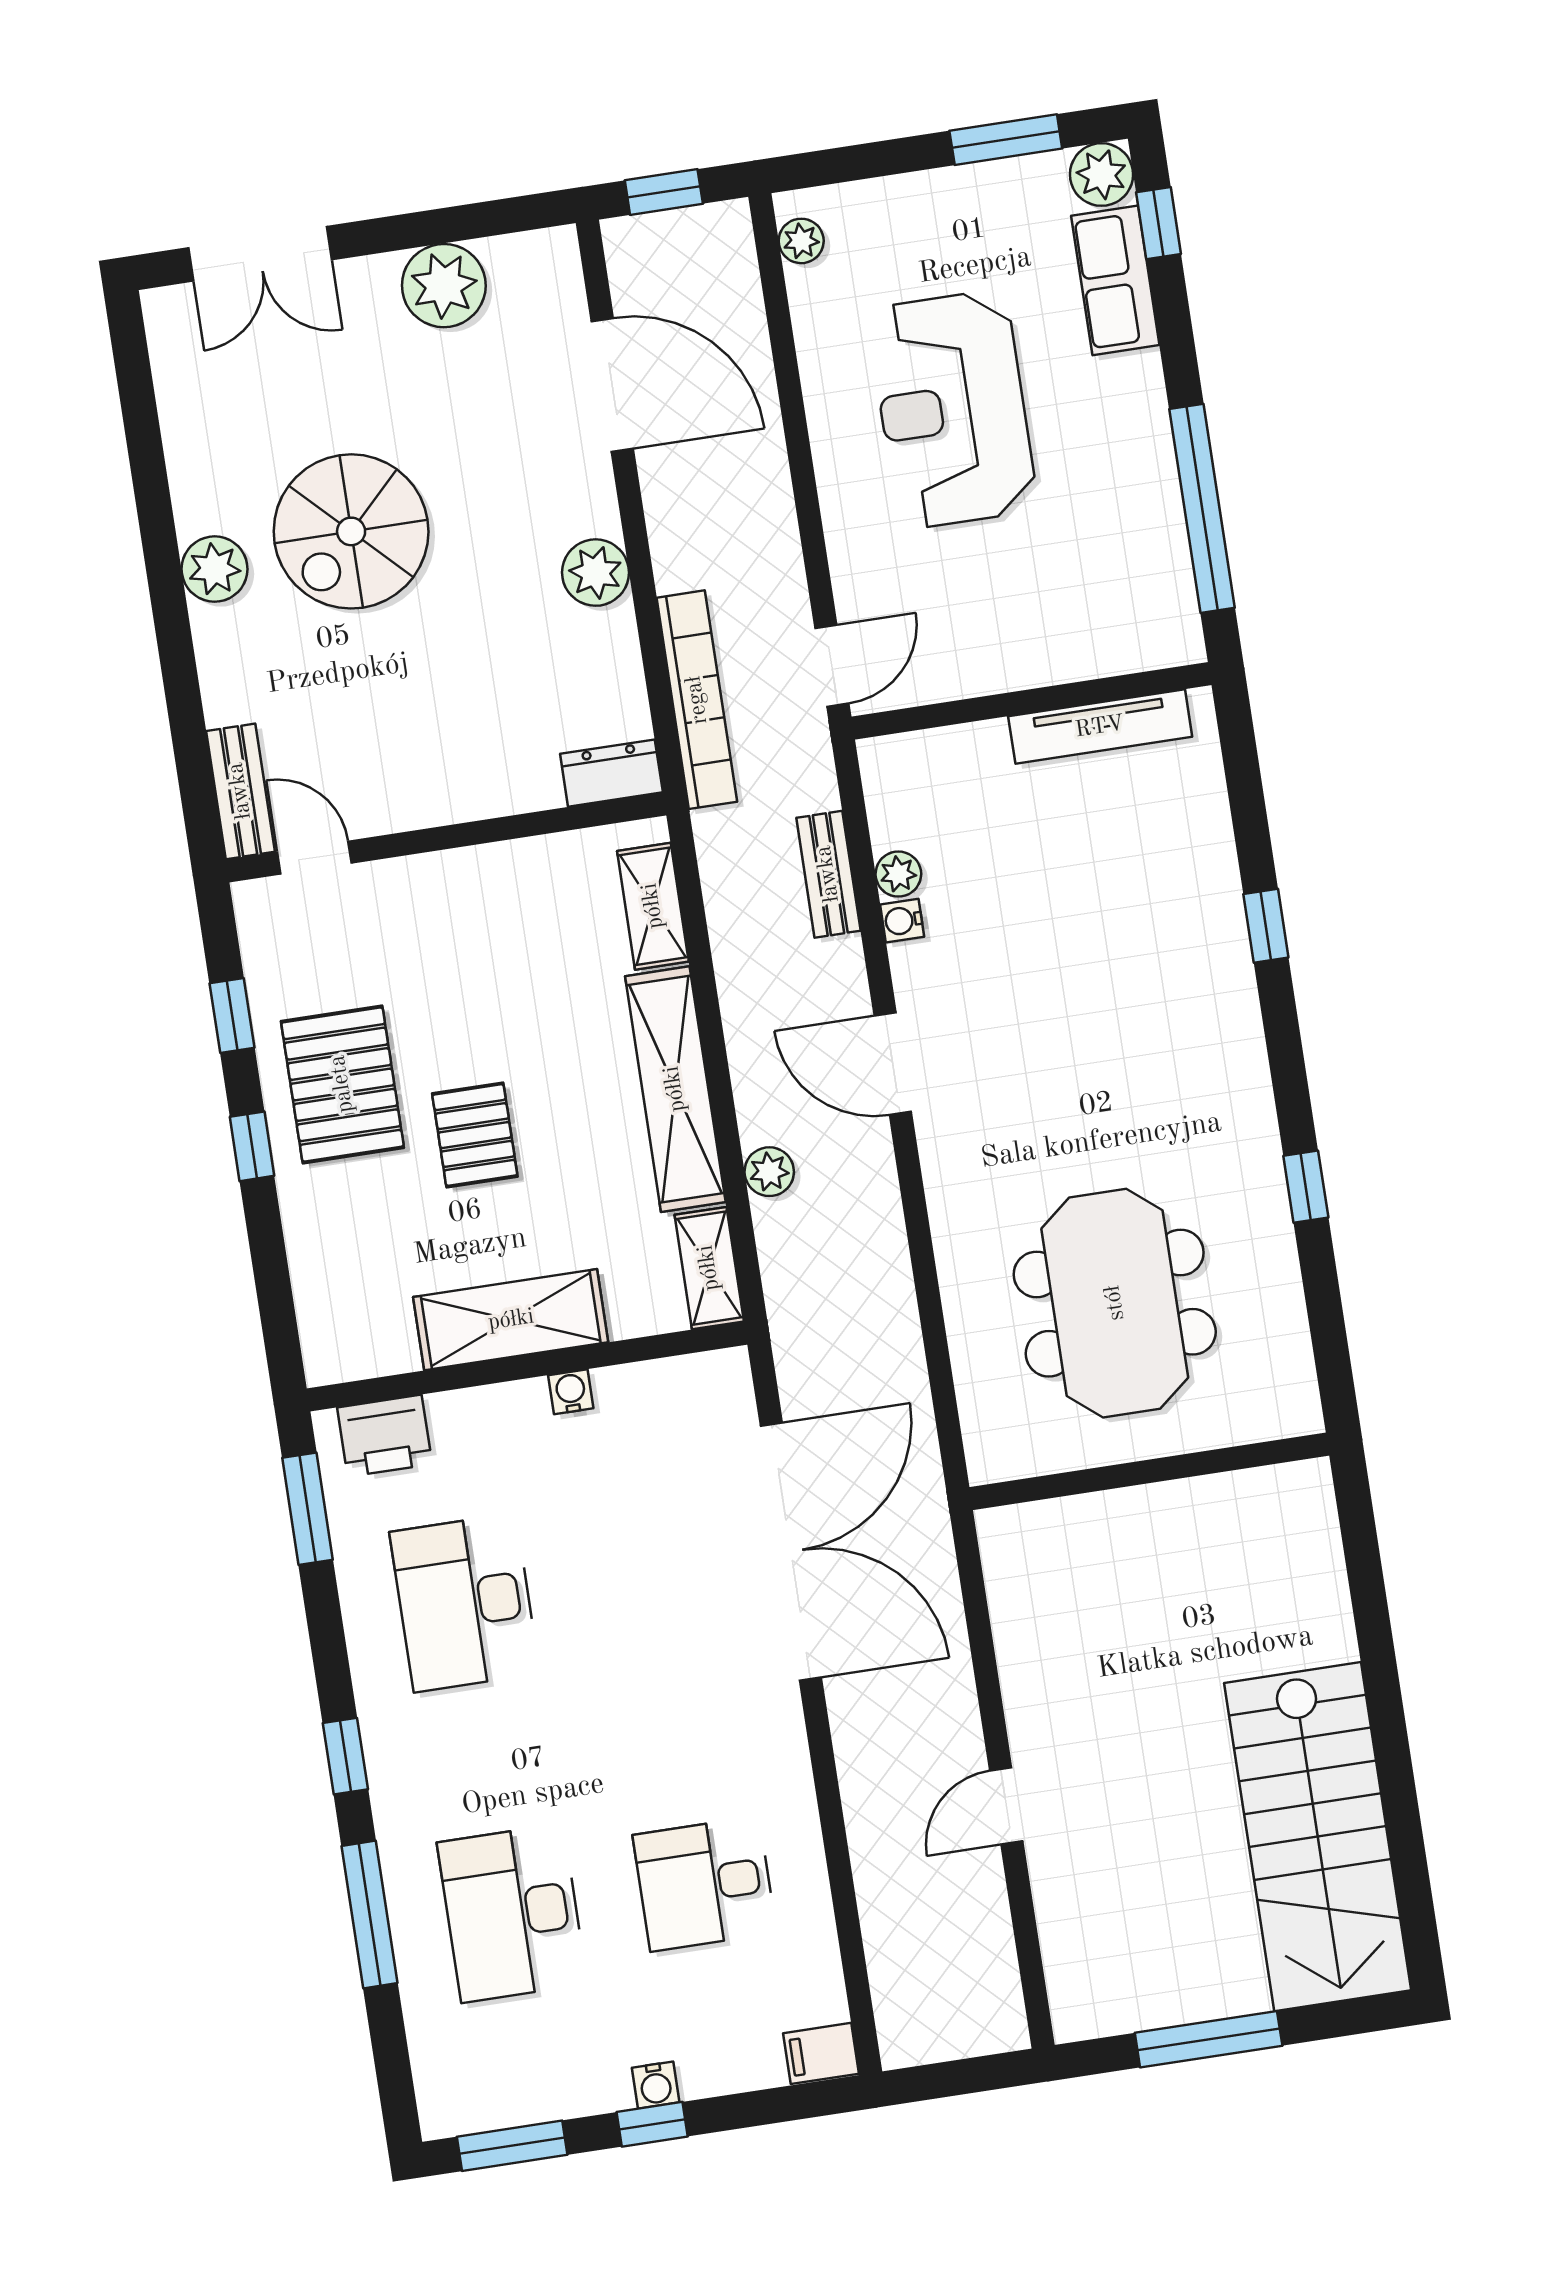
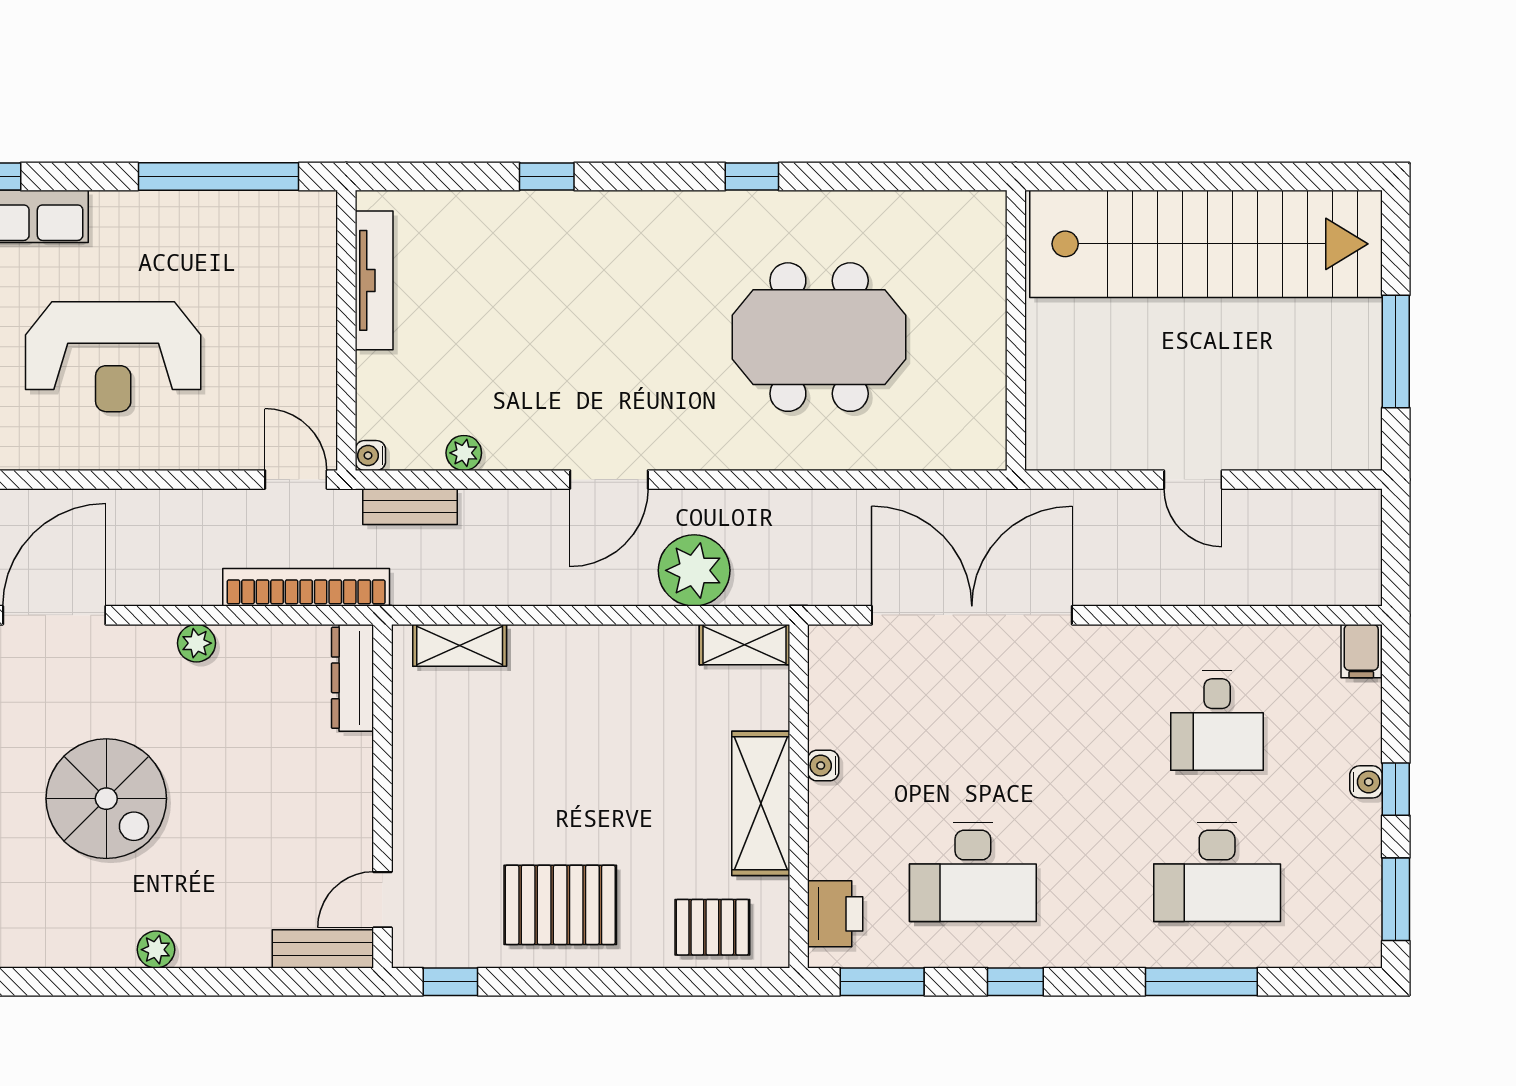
spiral stairs: (351, 531) -> (106, 799), moved
plant: (215, 569) -> (156, 950), width x0.73, depth x0.73
plant: (595, 573) -> (196, 643), width x0.73, depth x0.73
dresser: (611, 773) -> (353, 678), width x1.44
bench: (828, 874) -> (410, 507), moved
water cooler: (902, 921) -> (370, 455), moved, turned 90
window: (232, 1015) -> (450, 982), moved
shelving: (675, 1089) -> (603, 650), removed
pallet: (475, 1135) -> (712, 927), moved
window: (252, 1146) -> (597, 982), removed
plant: (769, 1172) -> (694, 570), width x1.87, depth x1.87
wall: (1149, 1471) -> (1016, 330), moved
window: (345, 1756) -> (1015, 982), moved
stairs: (1318, 1837) -> (1206, 244), width x1.36

